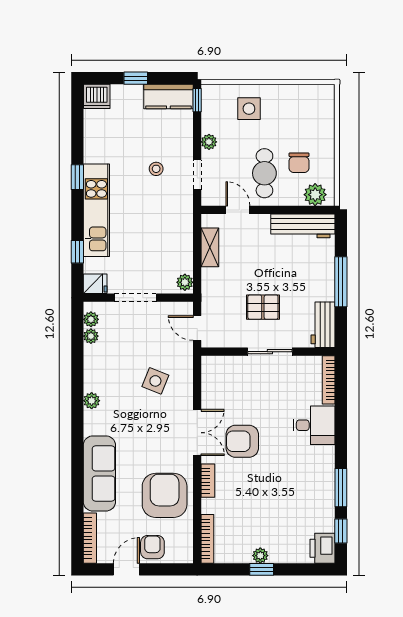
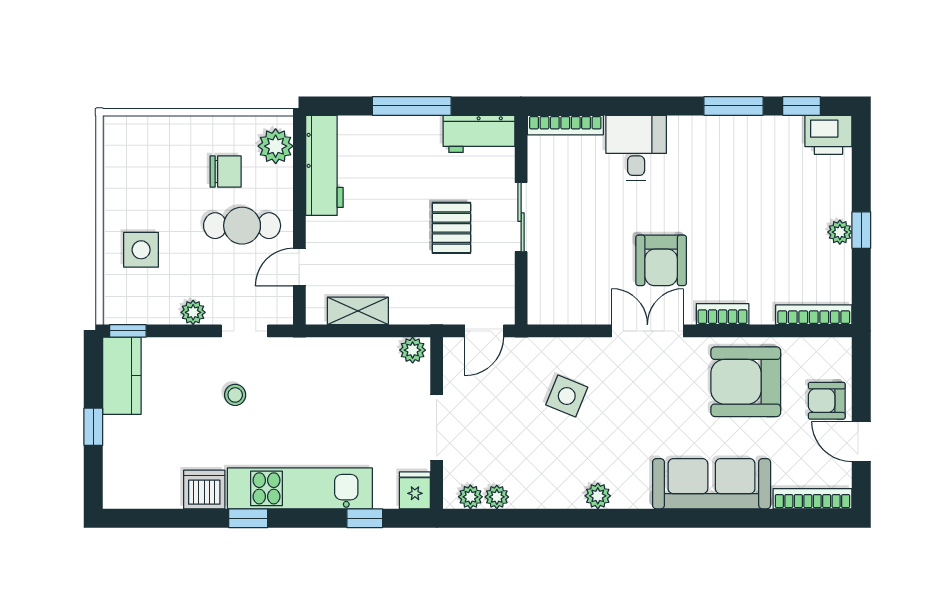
dishwasher: (97, 96) -> (204, 489), moved, turned -90

